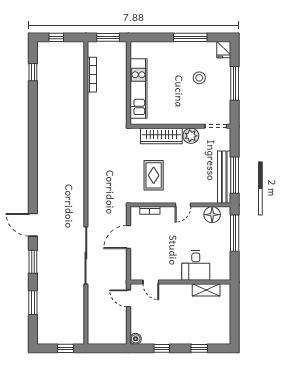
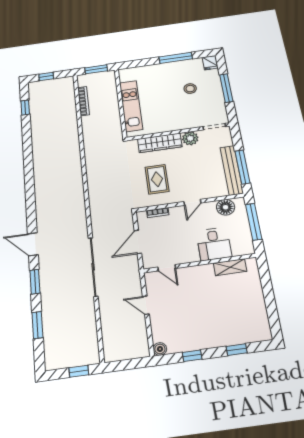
desk: (196, 265) -> (214, 244), moved
door: (151, 282) -> (167, 268), moved
wall: (180, 282) -> (200, 263), moved
shelving: (206, 290) -> (230, 267), moved

